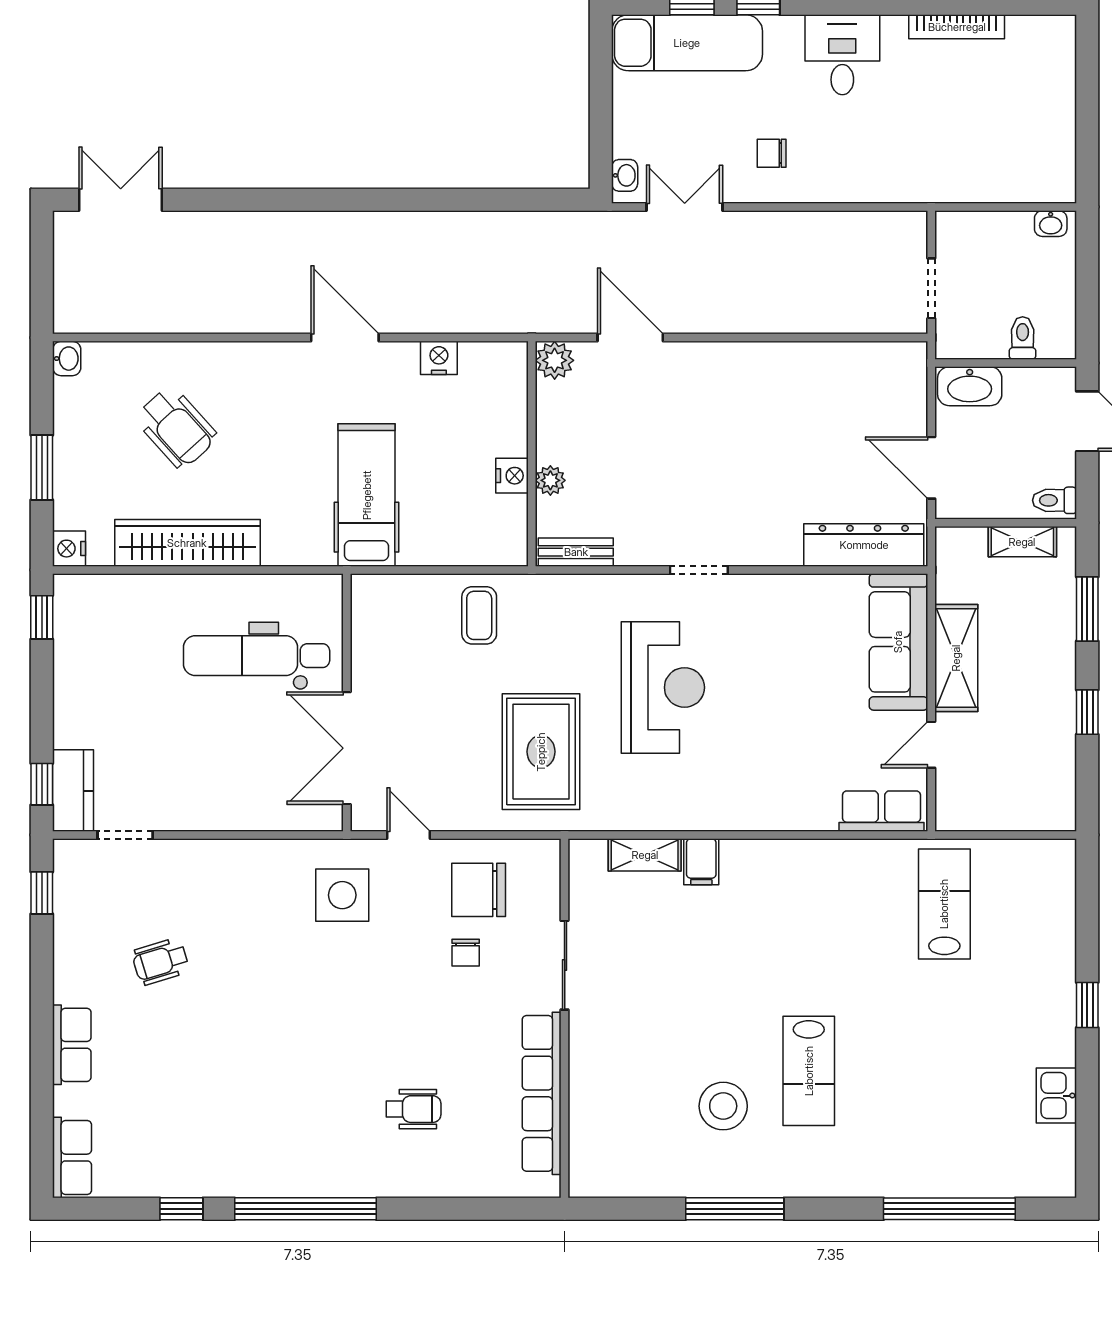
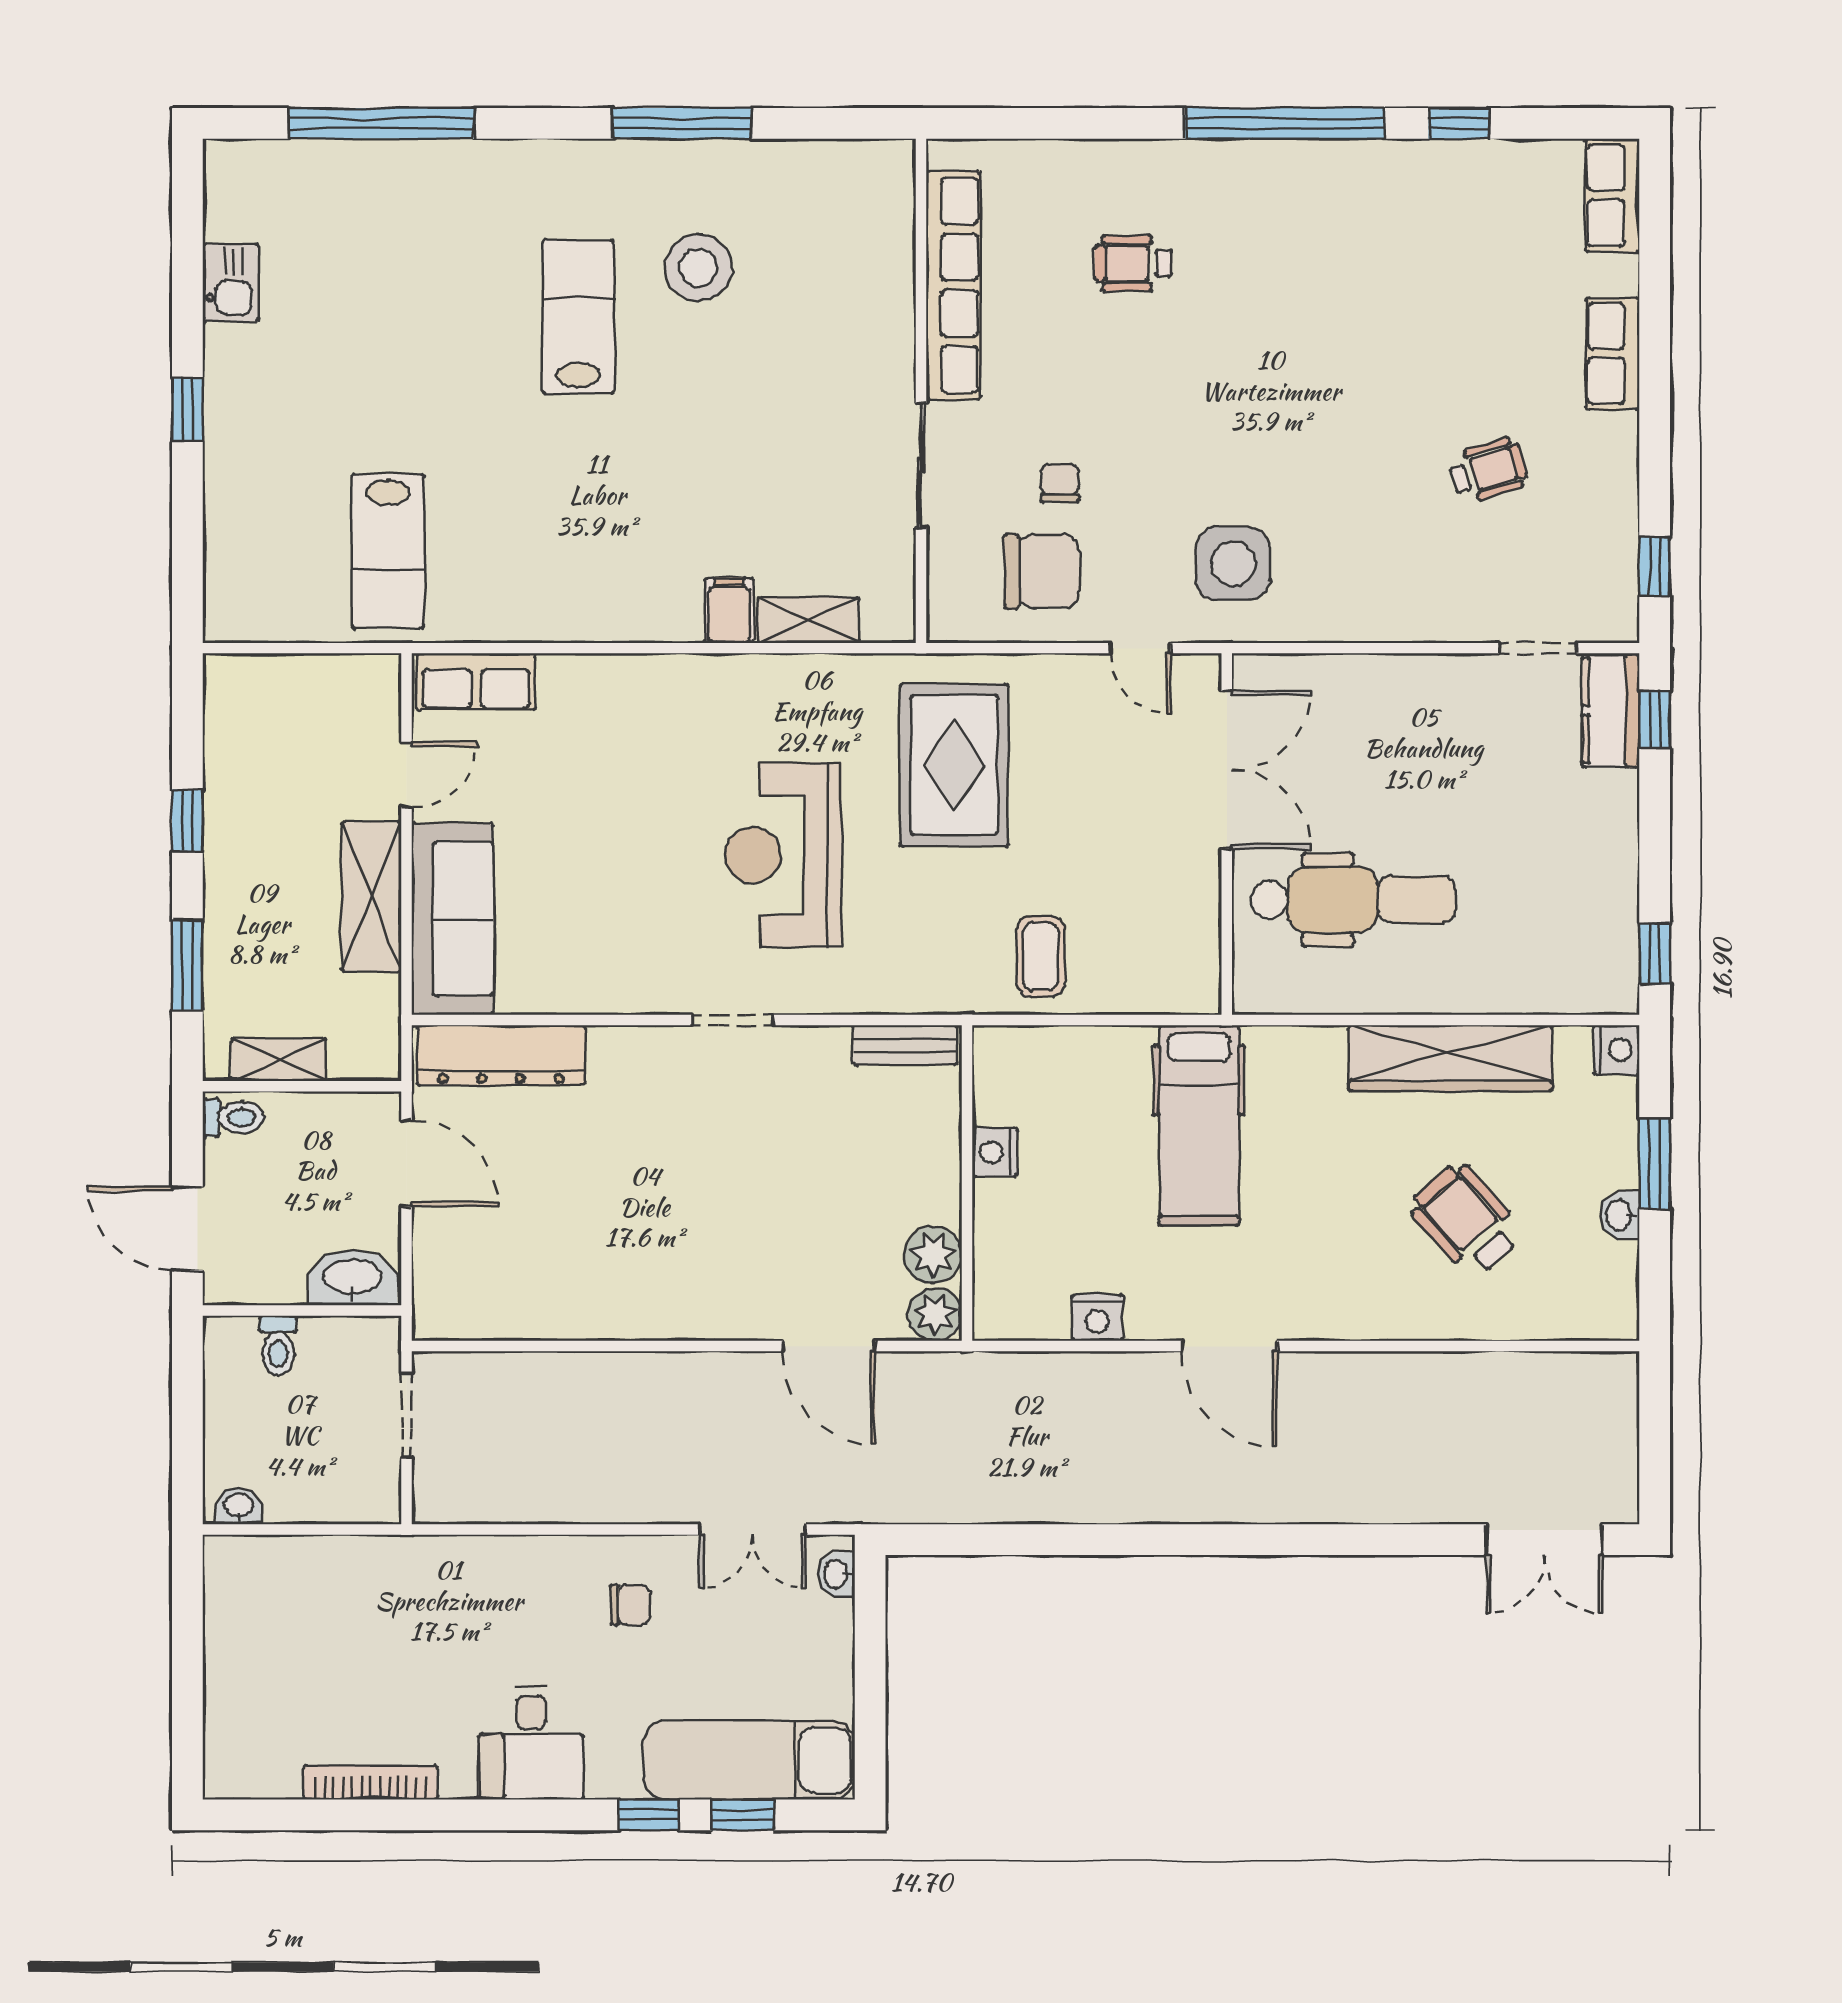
washbasin: (67, 359) -> (1620, 1215), moved
plant: (550, 480) -> (933, 1255), moved, width x1.38, depth x1.38

